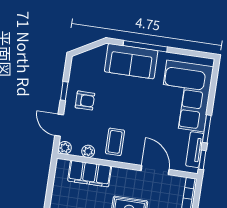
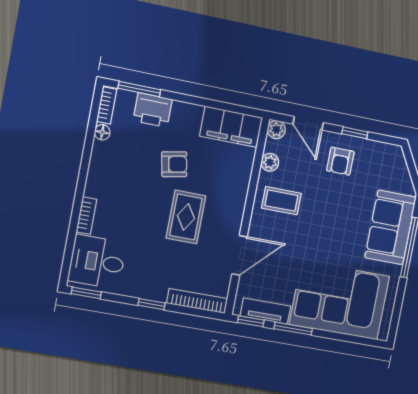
door: (59, 125) -> (308, 123), swing flipped
filing cabinet: (90, 174) -> (231, 127), moved, turned -90

